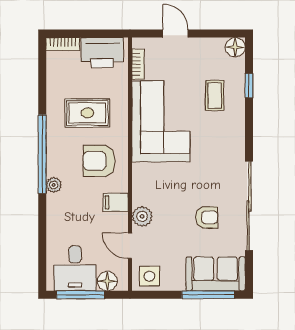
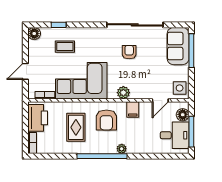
plant: (142, 216) -> (123, 93), moved
armchair: (207, 217) -> (129, 52), moved

